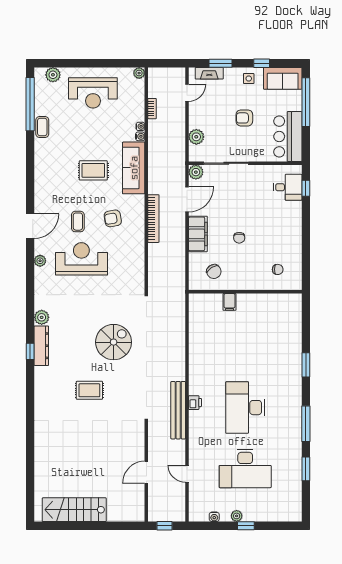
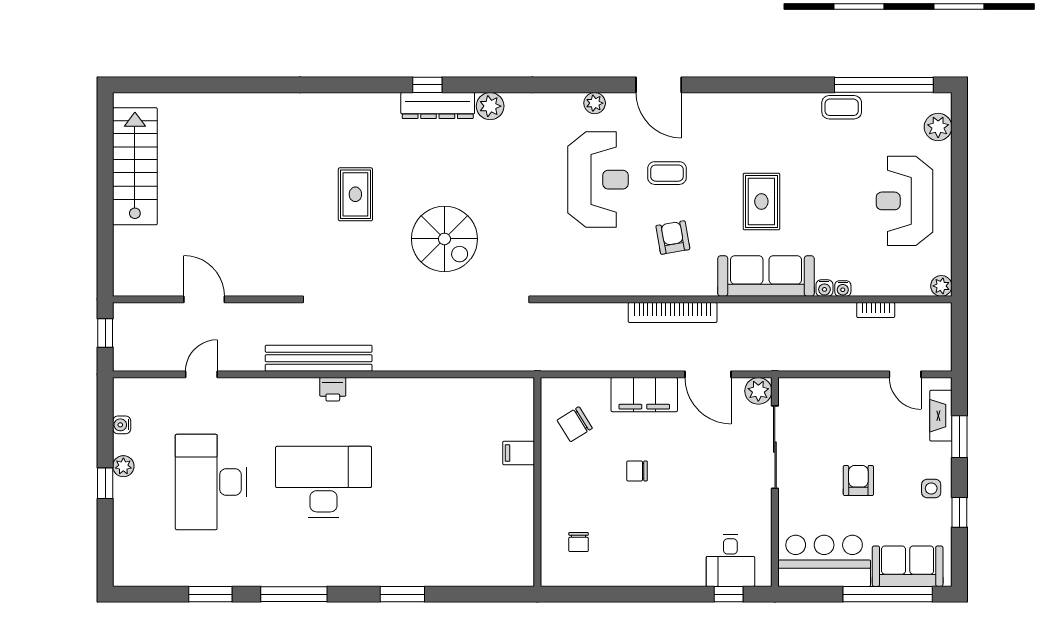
sofa: (283, 78) -> (908, 566), moved, turned 90
plant: (196, 137) -> (824, 392), removed

